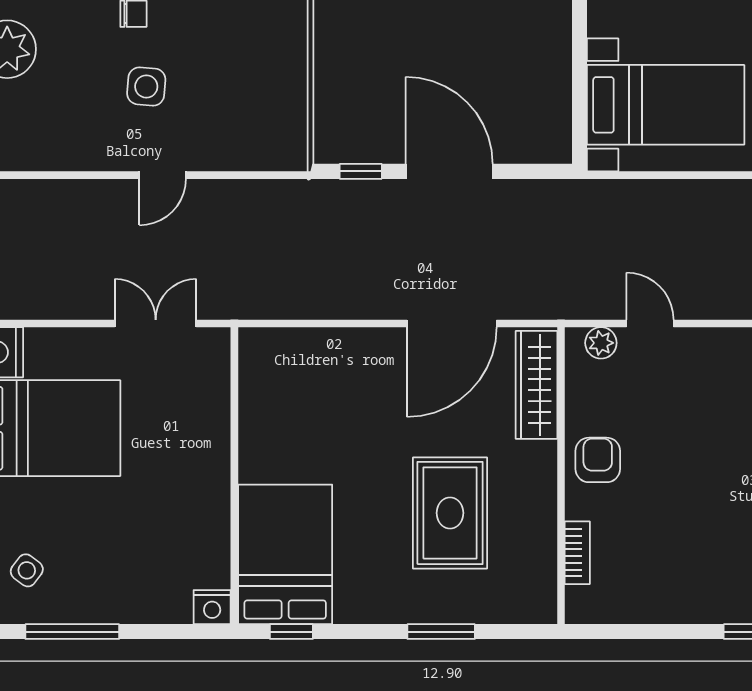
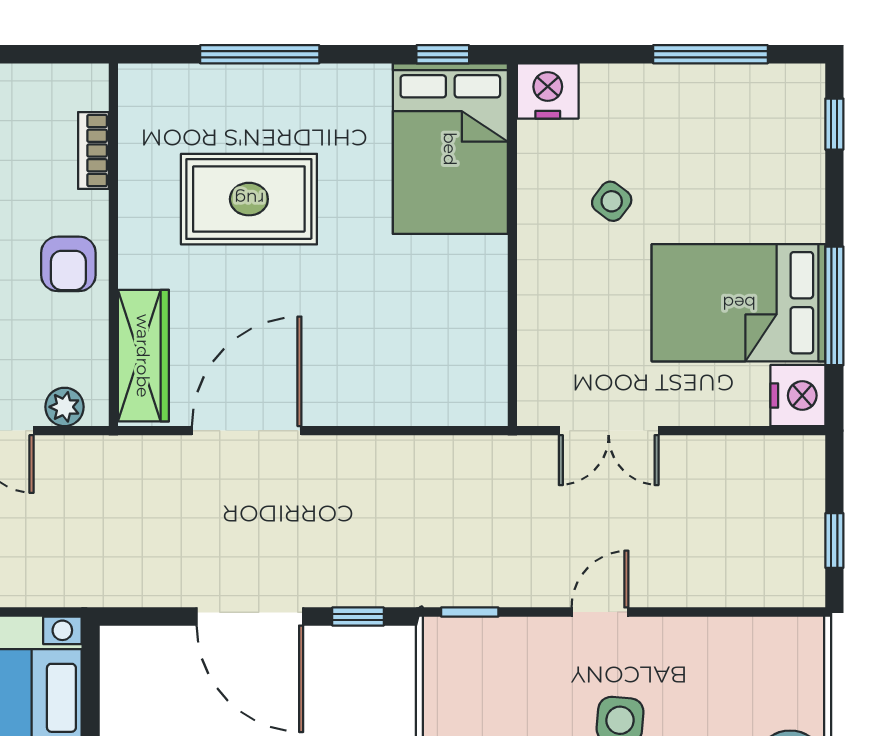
window: (269, 175) -> (470, 612), added
rug: (450, 513) -> (249, 199), turned 90
side table: (27, 570) -> (612, 201), moved
nightstand: (212, 607) -> (548, 91), width x1.36, depth x1.33
window: (441, 632) -> (260, 54), width x1.44

